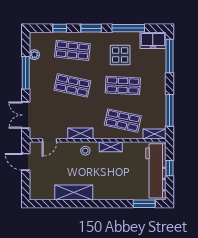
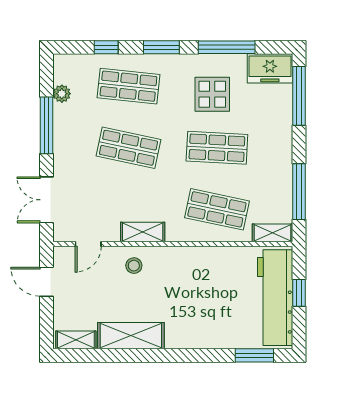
shelving: (111, 147) -> (76, 340), moved
stool: (85, 151) -> (134, 266), moved

